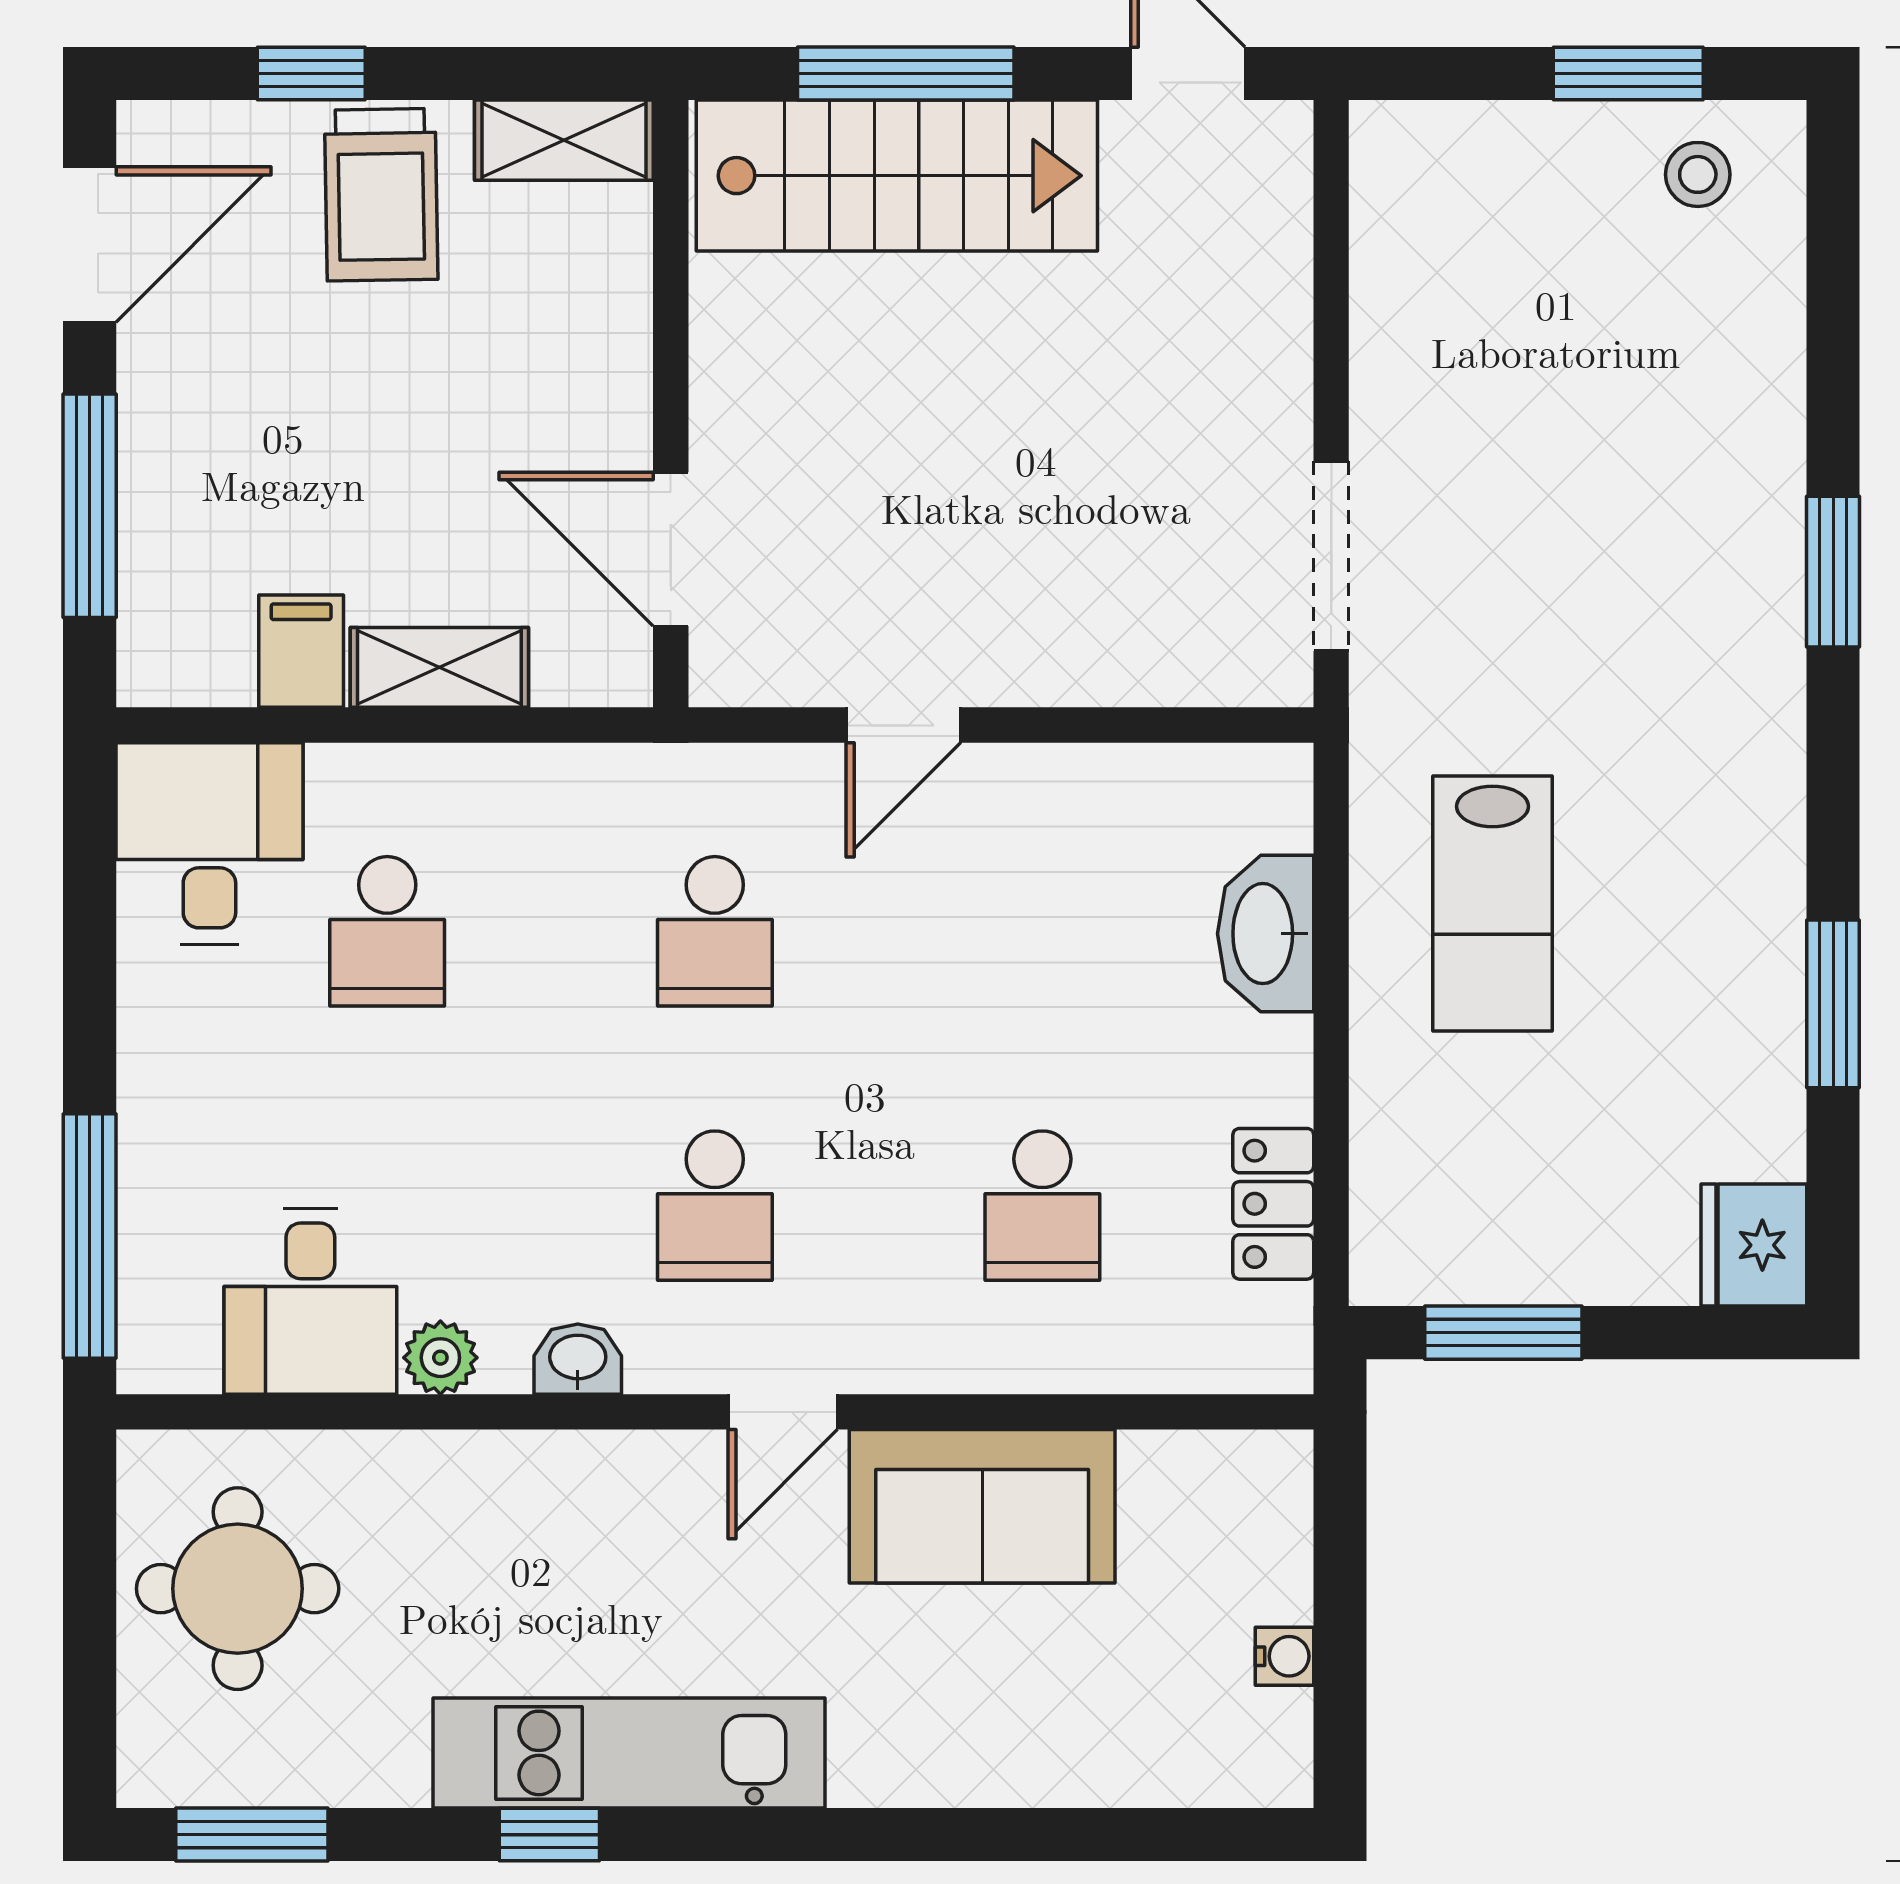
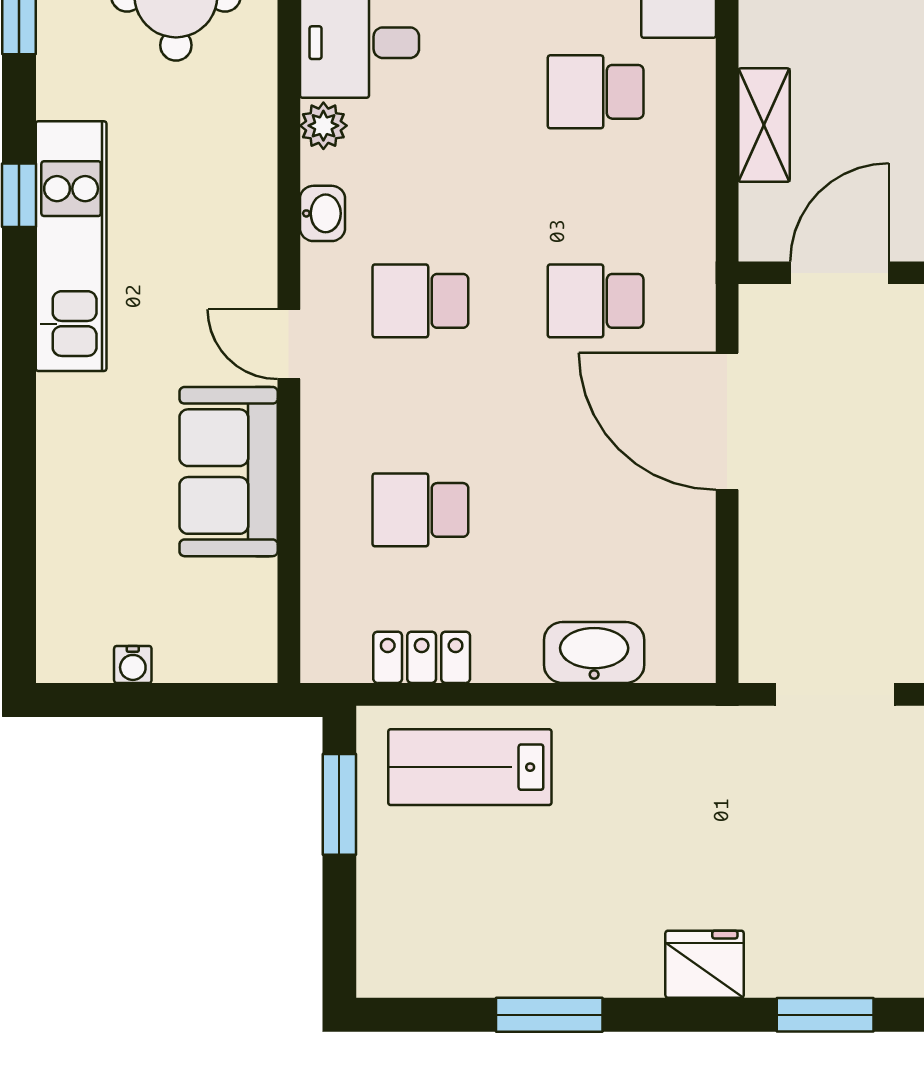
filing cabinet: (301, 651) -> (774, 37), removed
door: (903, 725) -> (727, 421), width x1.87
lab bench: (1492, 903) -> (470, 767), moved
fridge: (1754, 1245) -> (705, 964), moved

